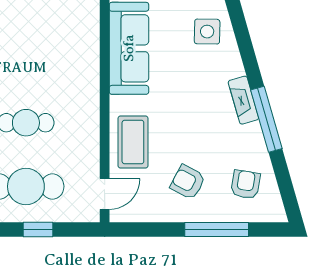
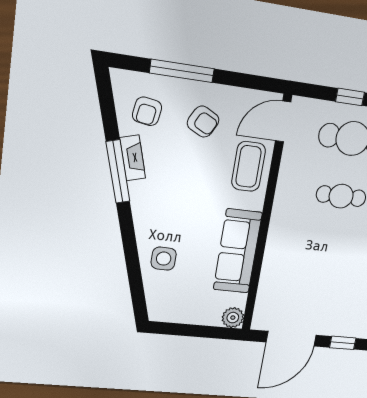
fireplace: (243, 100) -> (133, 158), moved
door: (105, 194) -> (283, 121), width x1.37

